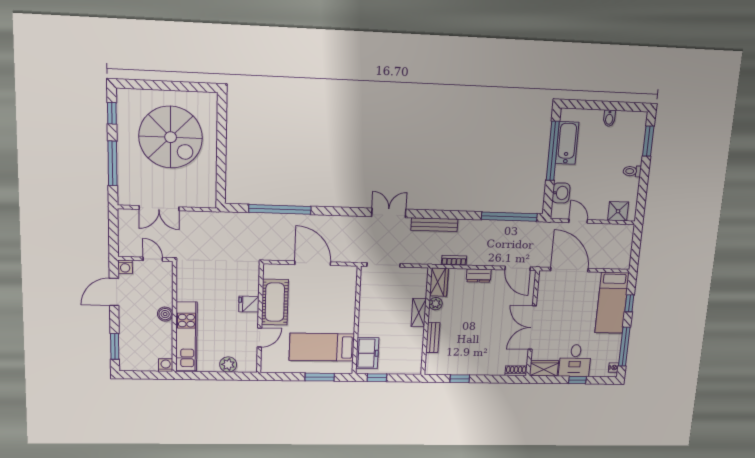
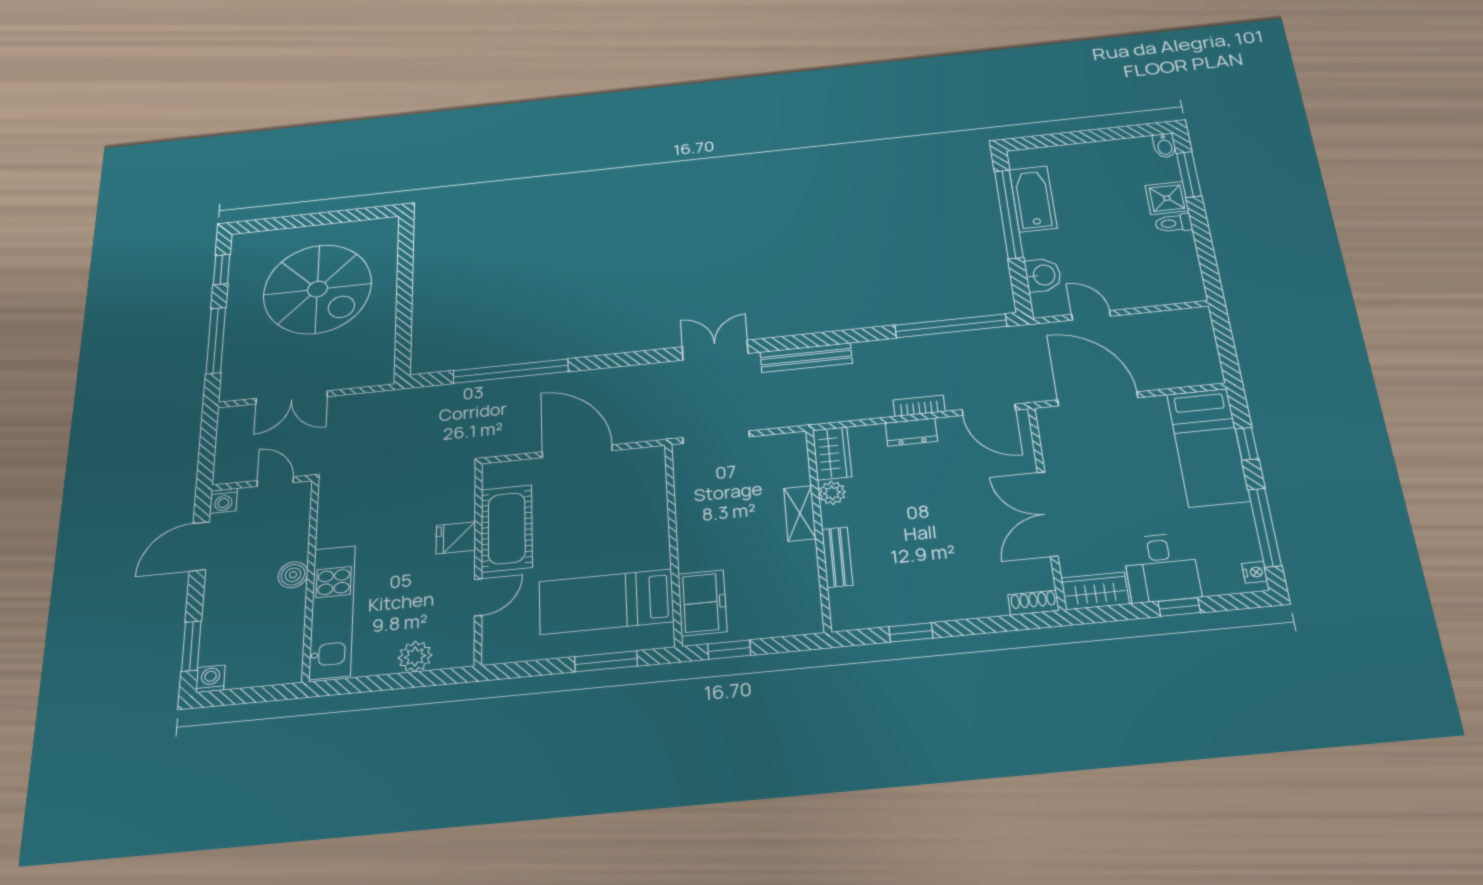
bidet: (609, 118) -> (1165, 146), moved
shower: (618, 211) -> (1167, 198), moved
bookcase: (454, 260) -> (919, 406), moved
washing machine: (166, 365) -> (210, 679), moved

